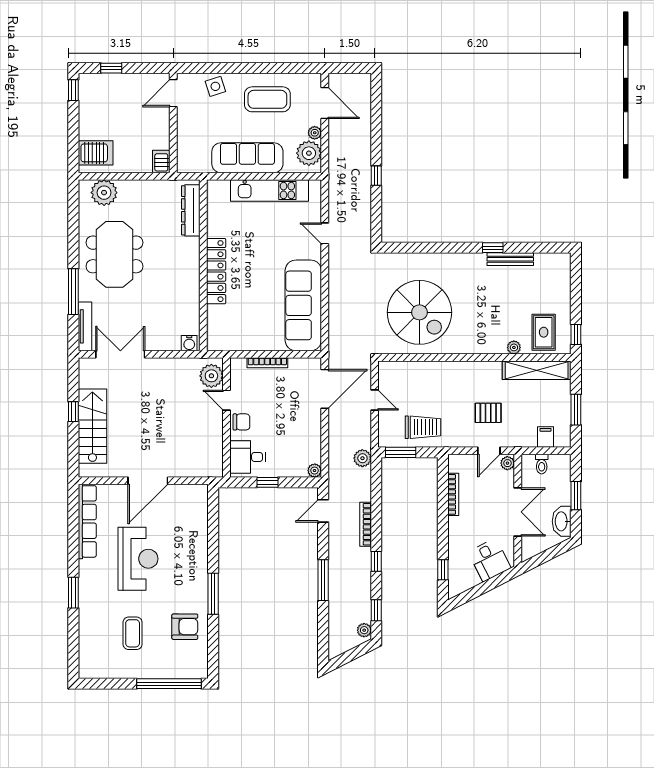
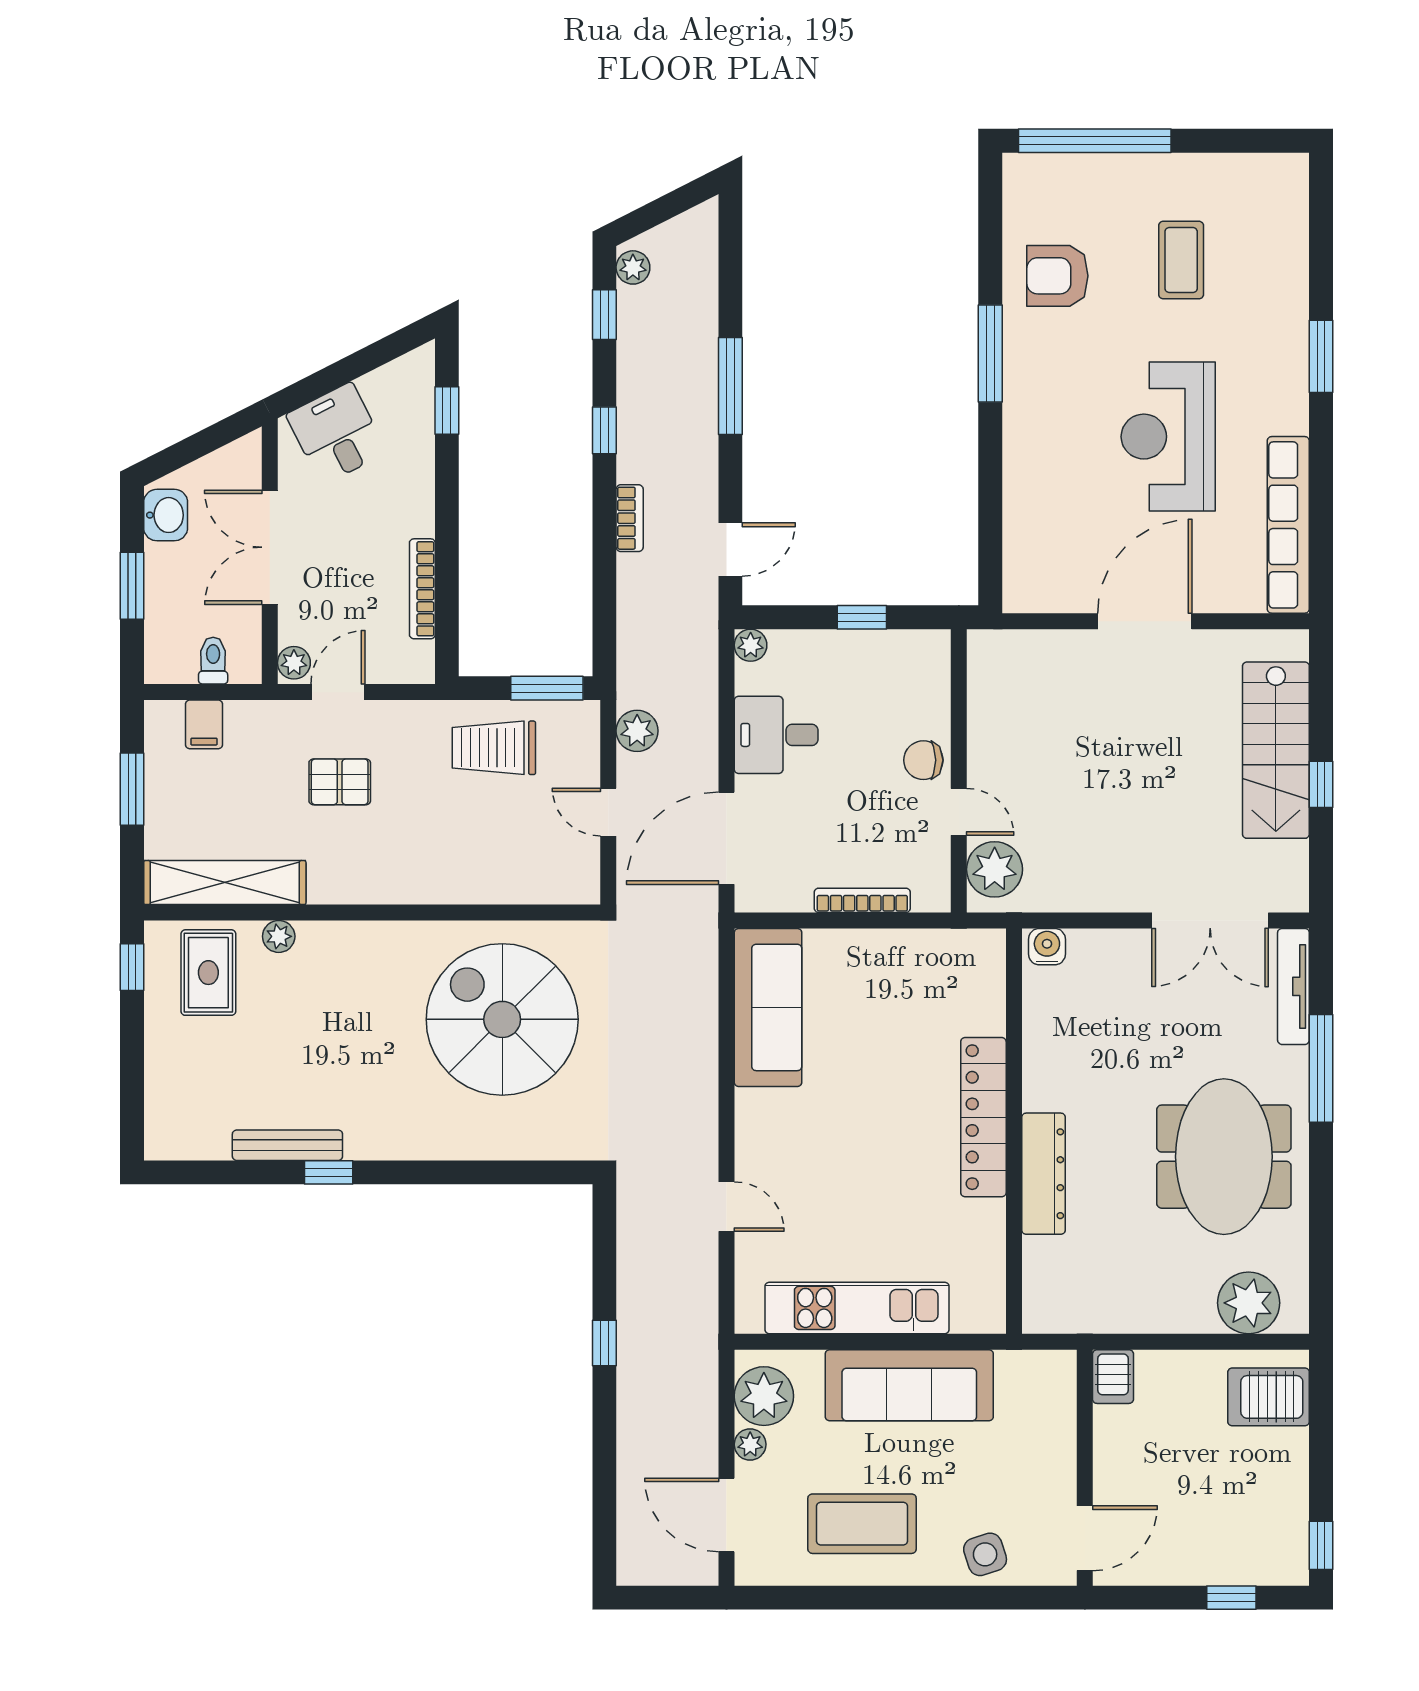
dresser: (191, 210) -> (1043, 1174), moved
sofa: (303, 305) -> (768, 1007), width x0.74, depth x0.79
desk: (247, 457) -> (776, 735), moved, turned 180
plant: (362, 458) -> (637, 731), moved
washbasin: (562, 521) -> (166, 515), width x0.72
bookcase: (366, 524) -> (630, 518), width x0.64

